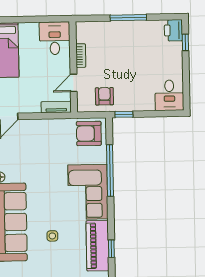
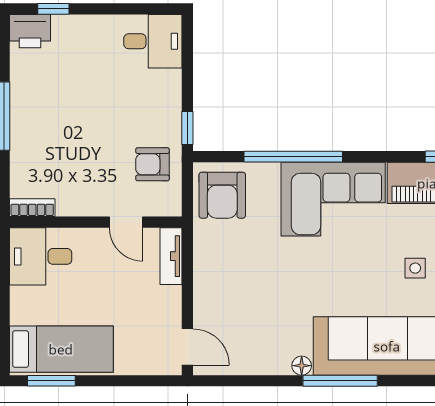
bookcase: (81, 56) -> (32, 208), moved

